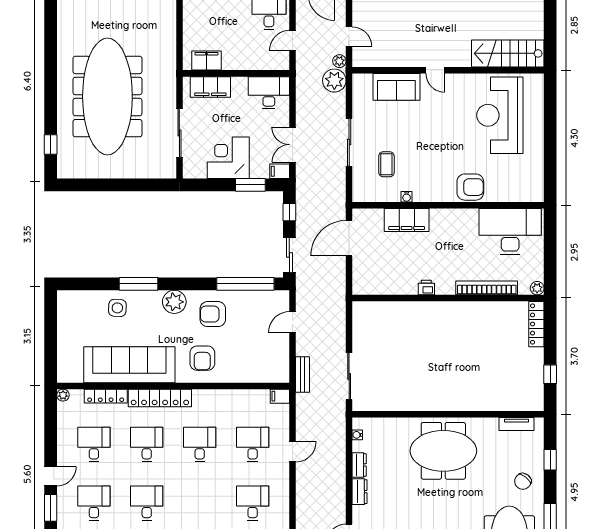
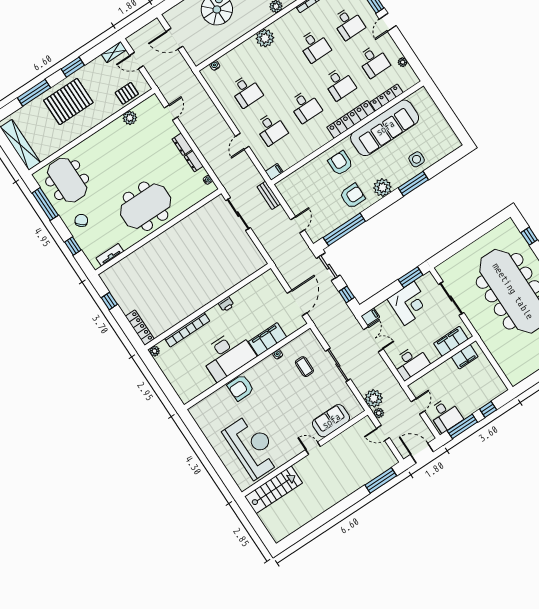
window: (250, 185) -> (411, 277), moved
desk: (510, 232) -> (228, 355), moved
plant: (63, 395) -> (403, 62), moved

